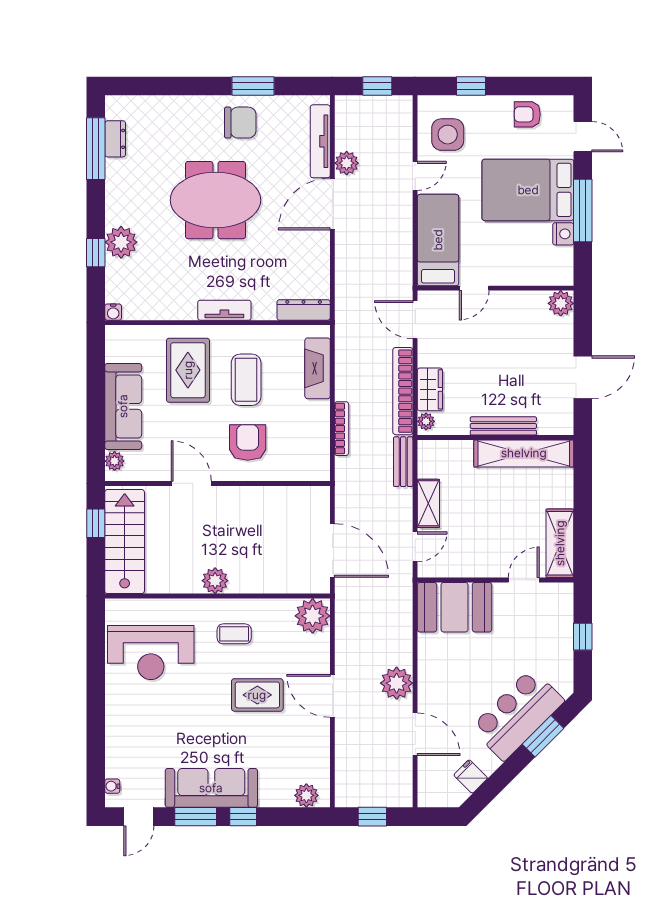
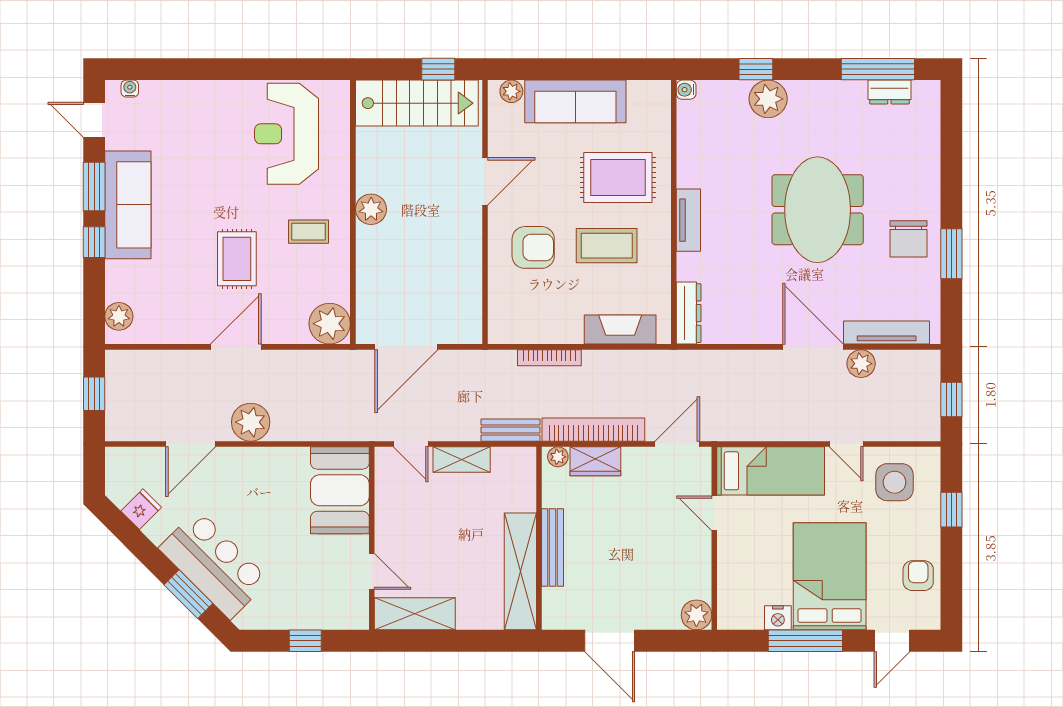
coffee table: (234, 634) -> (309, 232), turned 90

